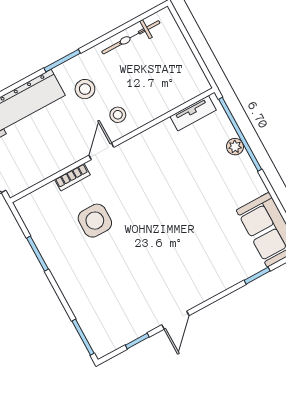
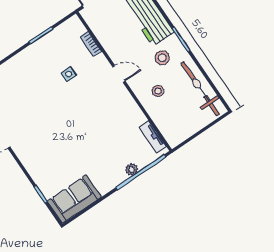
bicycle: (131, 37) -> (200, 89), width x1.37, depth x1.40
stool: (118, 115) -> (158, 91), moved
bookcase: (72, 177) -> (91, 44), moved
side table: (95, 221) -> (69, 74), width x0.54, depth x0.54

